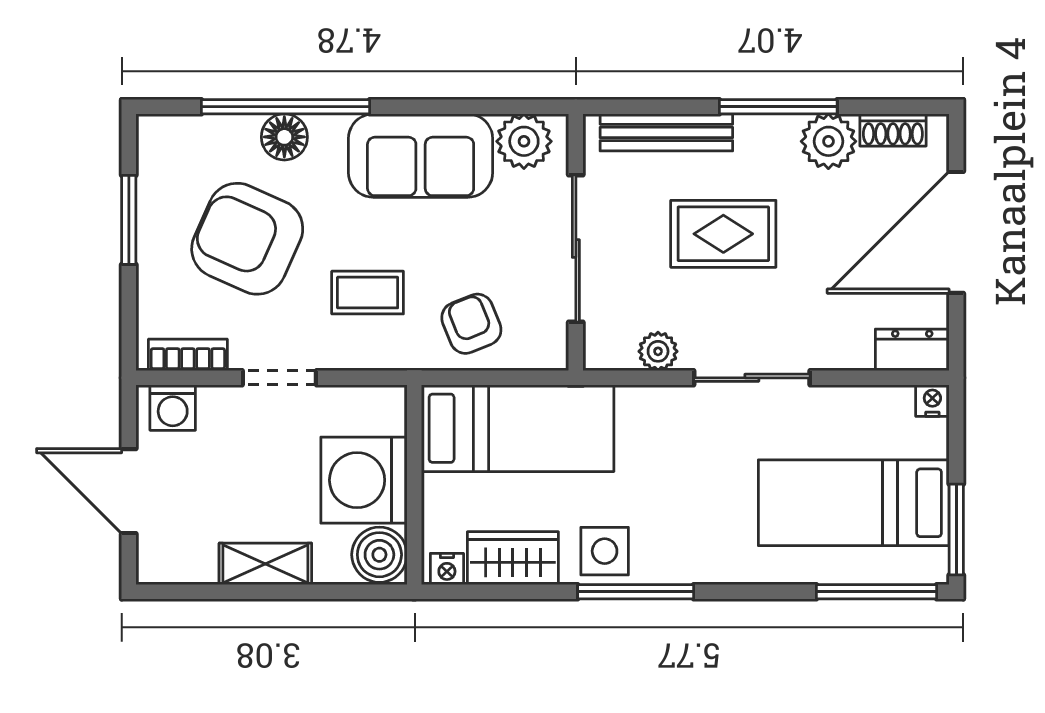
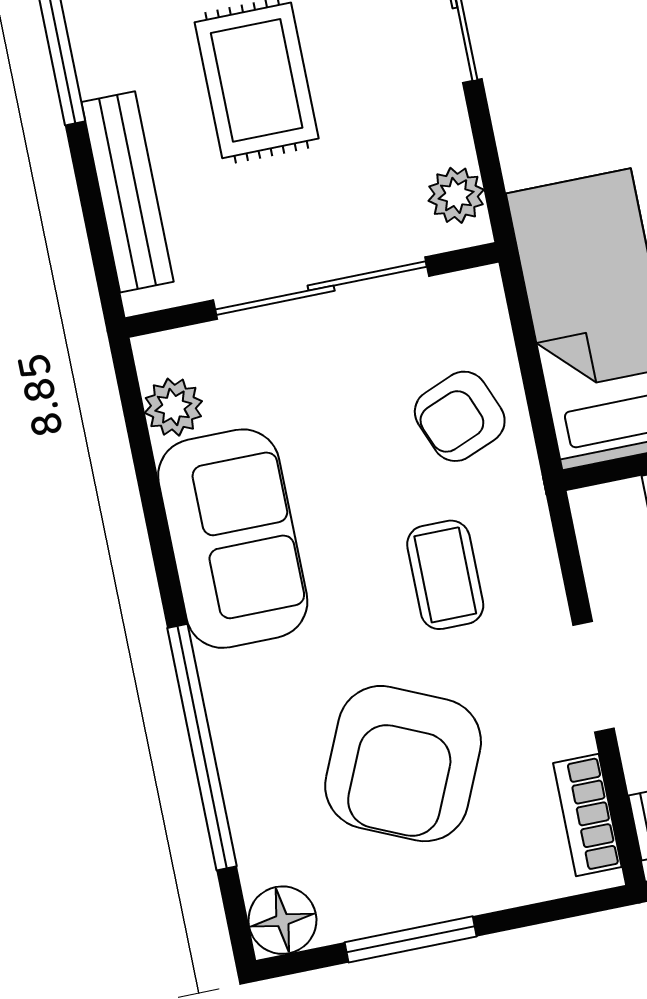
floor lamp: (284, 137) -> (282, 920), moved
plant: (524, 141) -> (173, 407), width x0.73, depth x0.73
plant: (658, 351) -> (456, 195), moved

